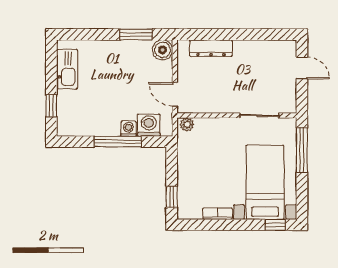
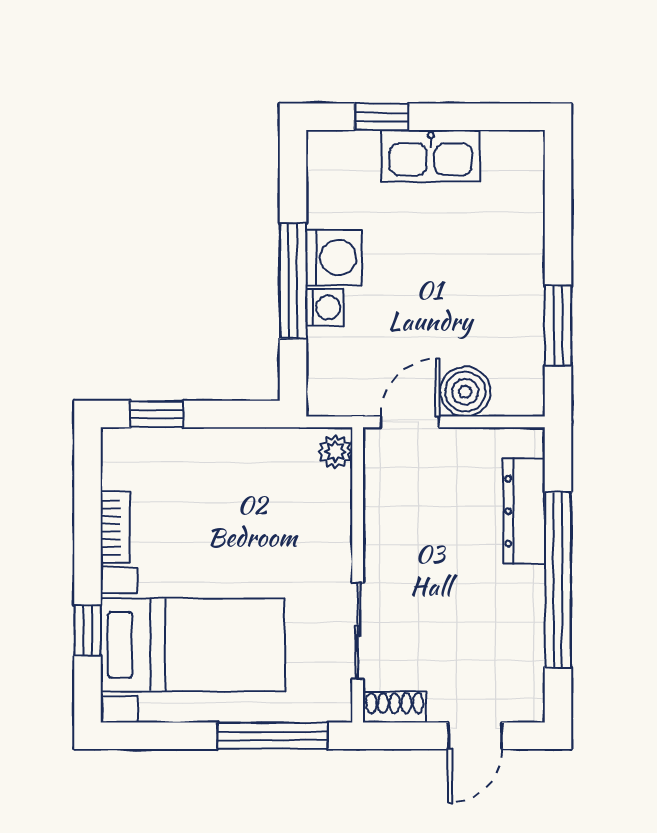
window: (239, 34) -> (558, 580), added
boiler: (163, 50) -> (465, 392), moved
kitchen sink: (67, 69) -> (431, 156), moved
shoe rack: (290, 101) -> (395, 707), added
washing machine: (149, 125) -> (334, 257), moved
window: (275, 225) -> (88, 630), moved

